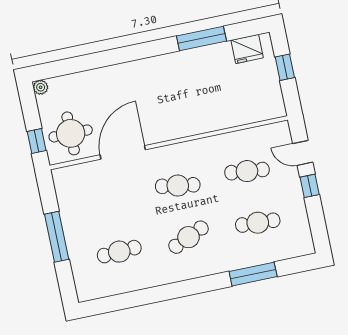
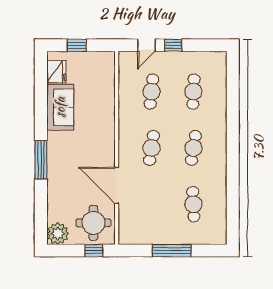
window: (201, 38) -> (41, 160), moved
sofa: (204, 63) -> (60, 107), added
plant: (41, 87) -> (58, 234), width x1.87, depth x1.87
cafe table: (188, 237) -> (193, 148), turned 33
window: (253, 274) -> (233, 104), removed

